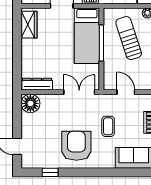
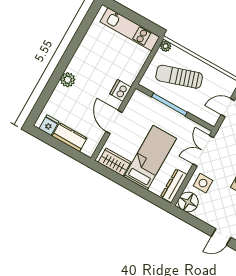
bed: (87, 36) -> (150, 158), moved, turned -90
side table: (53, 107) -> (203, 183), added

